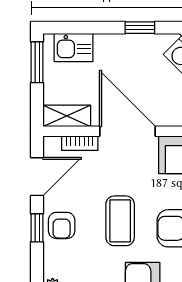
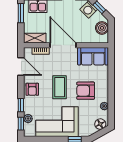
door: (37, 177) -> (21, 67), hinge flipped
window: (37, 228) -> (21, 105), moved

